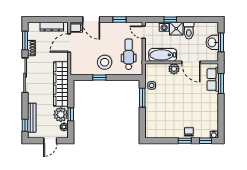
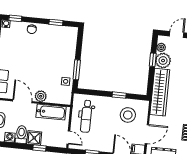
washing machine: (164, 27) -> (10, 137), moved
stool: (105, 62) -> (128, 115), moved
window: (185, 141) -> (56, 22), moved

